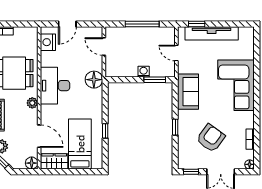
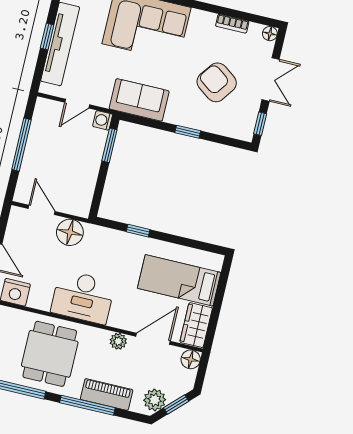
window: (197, 24) -> (47, 36), moved
door: (104, 46) -> (42, 210), swing flipped
washing machine: (144, 72) -> (103, 120), moved
floor lamp: (94, 80) -> (70, 232), moved
plant: (32, 103) -> (118, 341), moved
window: (105, 131) -> (138, 231), moved

